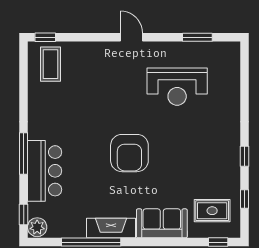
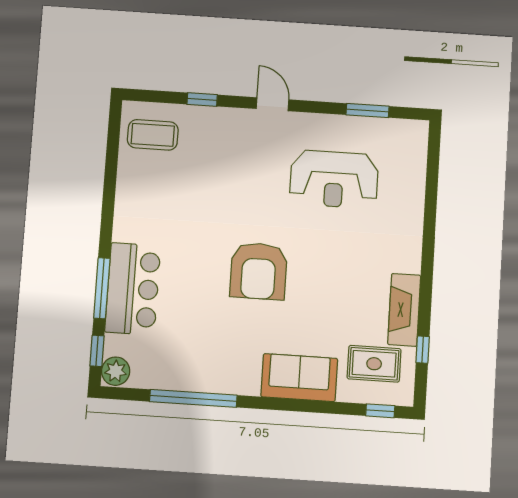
window: (45, 37) -> (202, 99), moved
coffee table: (50, 64) -> (153, 135), turned 90
window: (24, 153) -> (102, 288), moved
window: (245, 156) -> (426, 287), removed
fireplace: (111, 228) -> (404, 310), moved, turned -90

